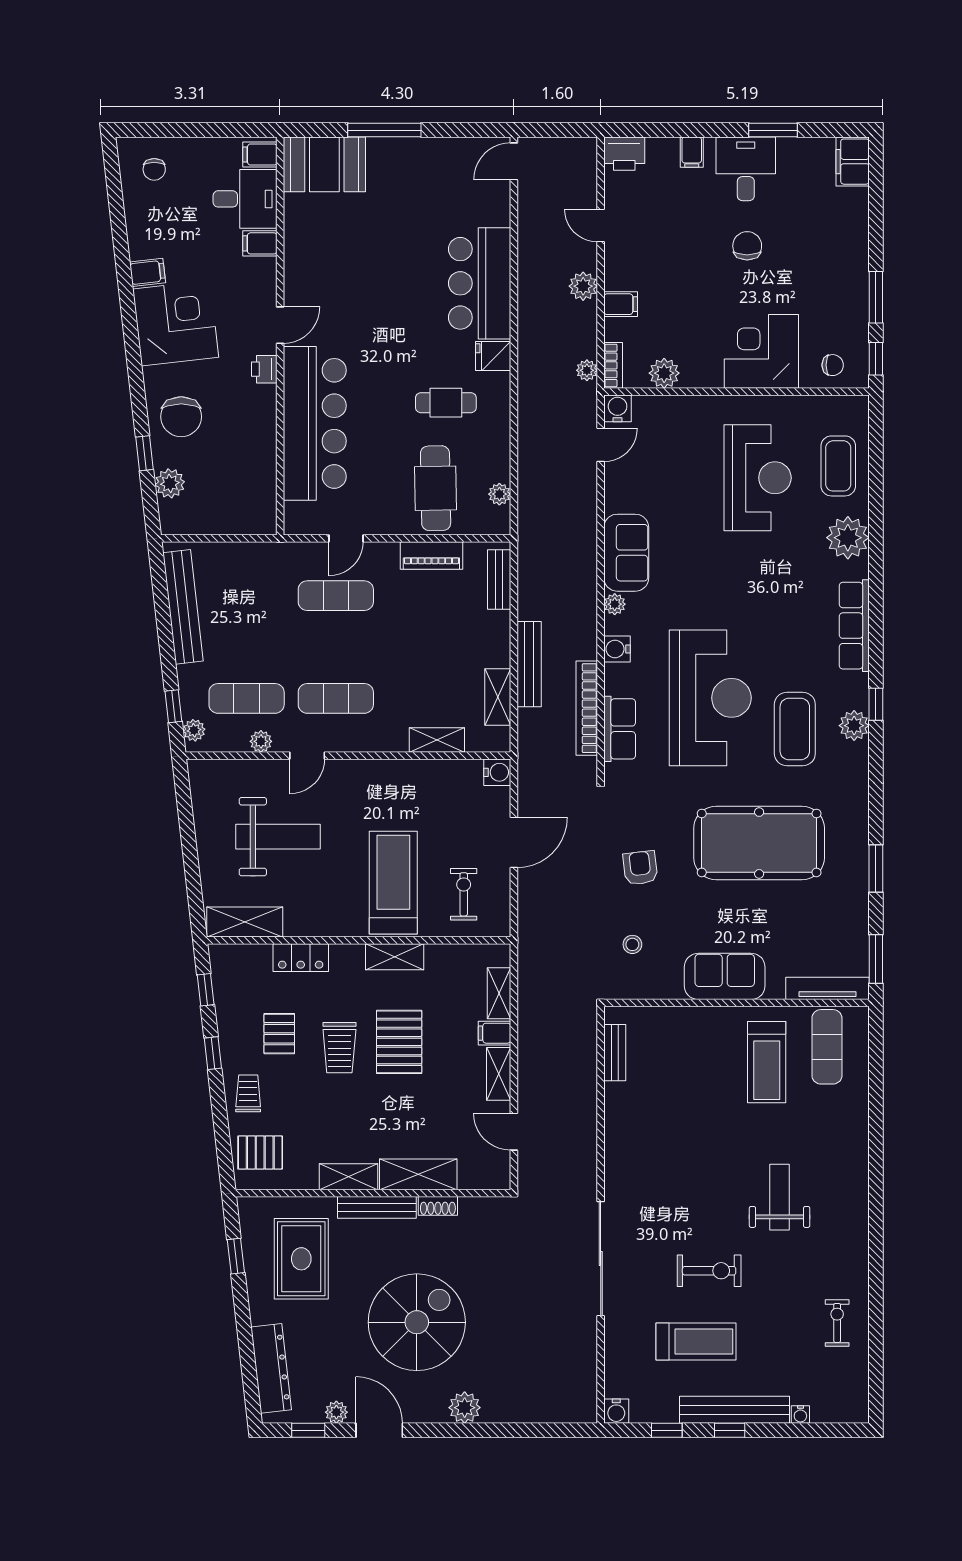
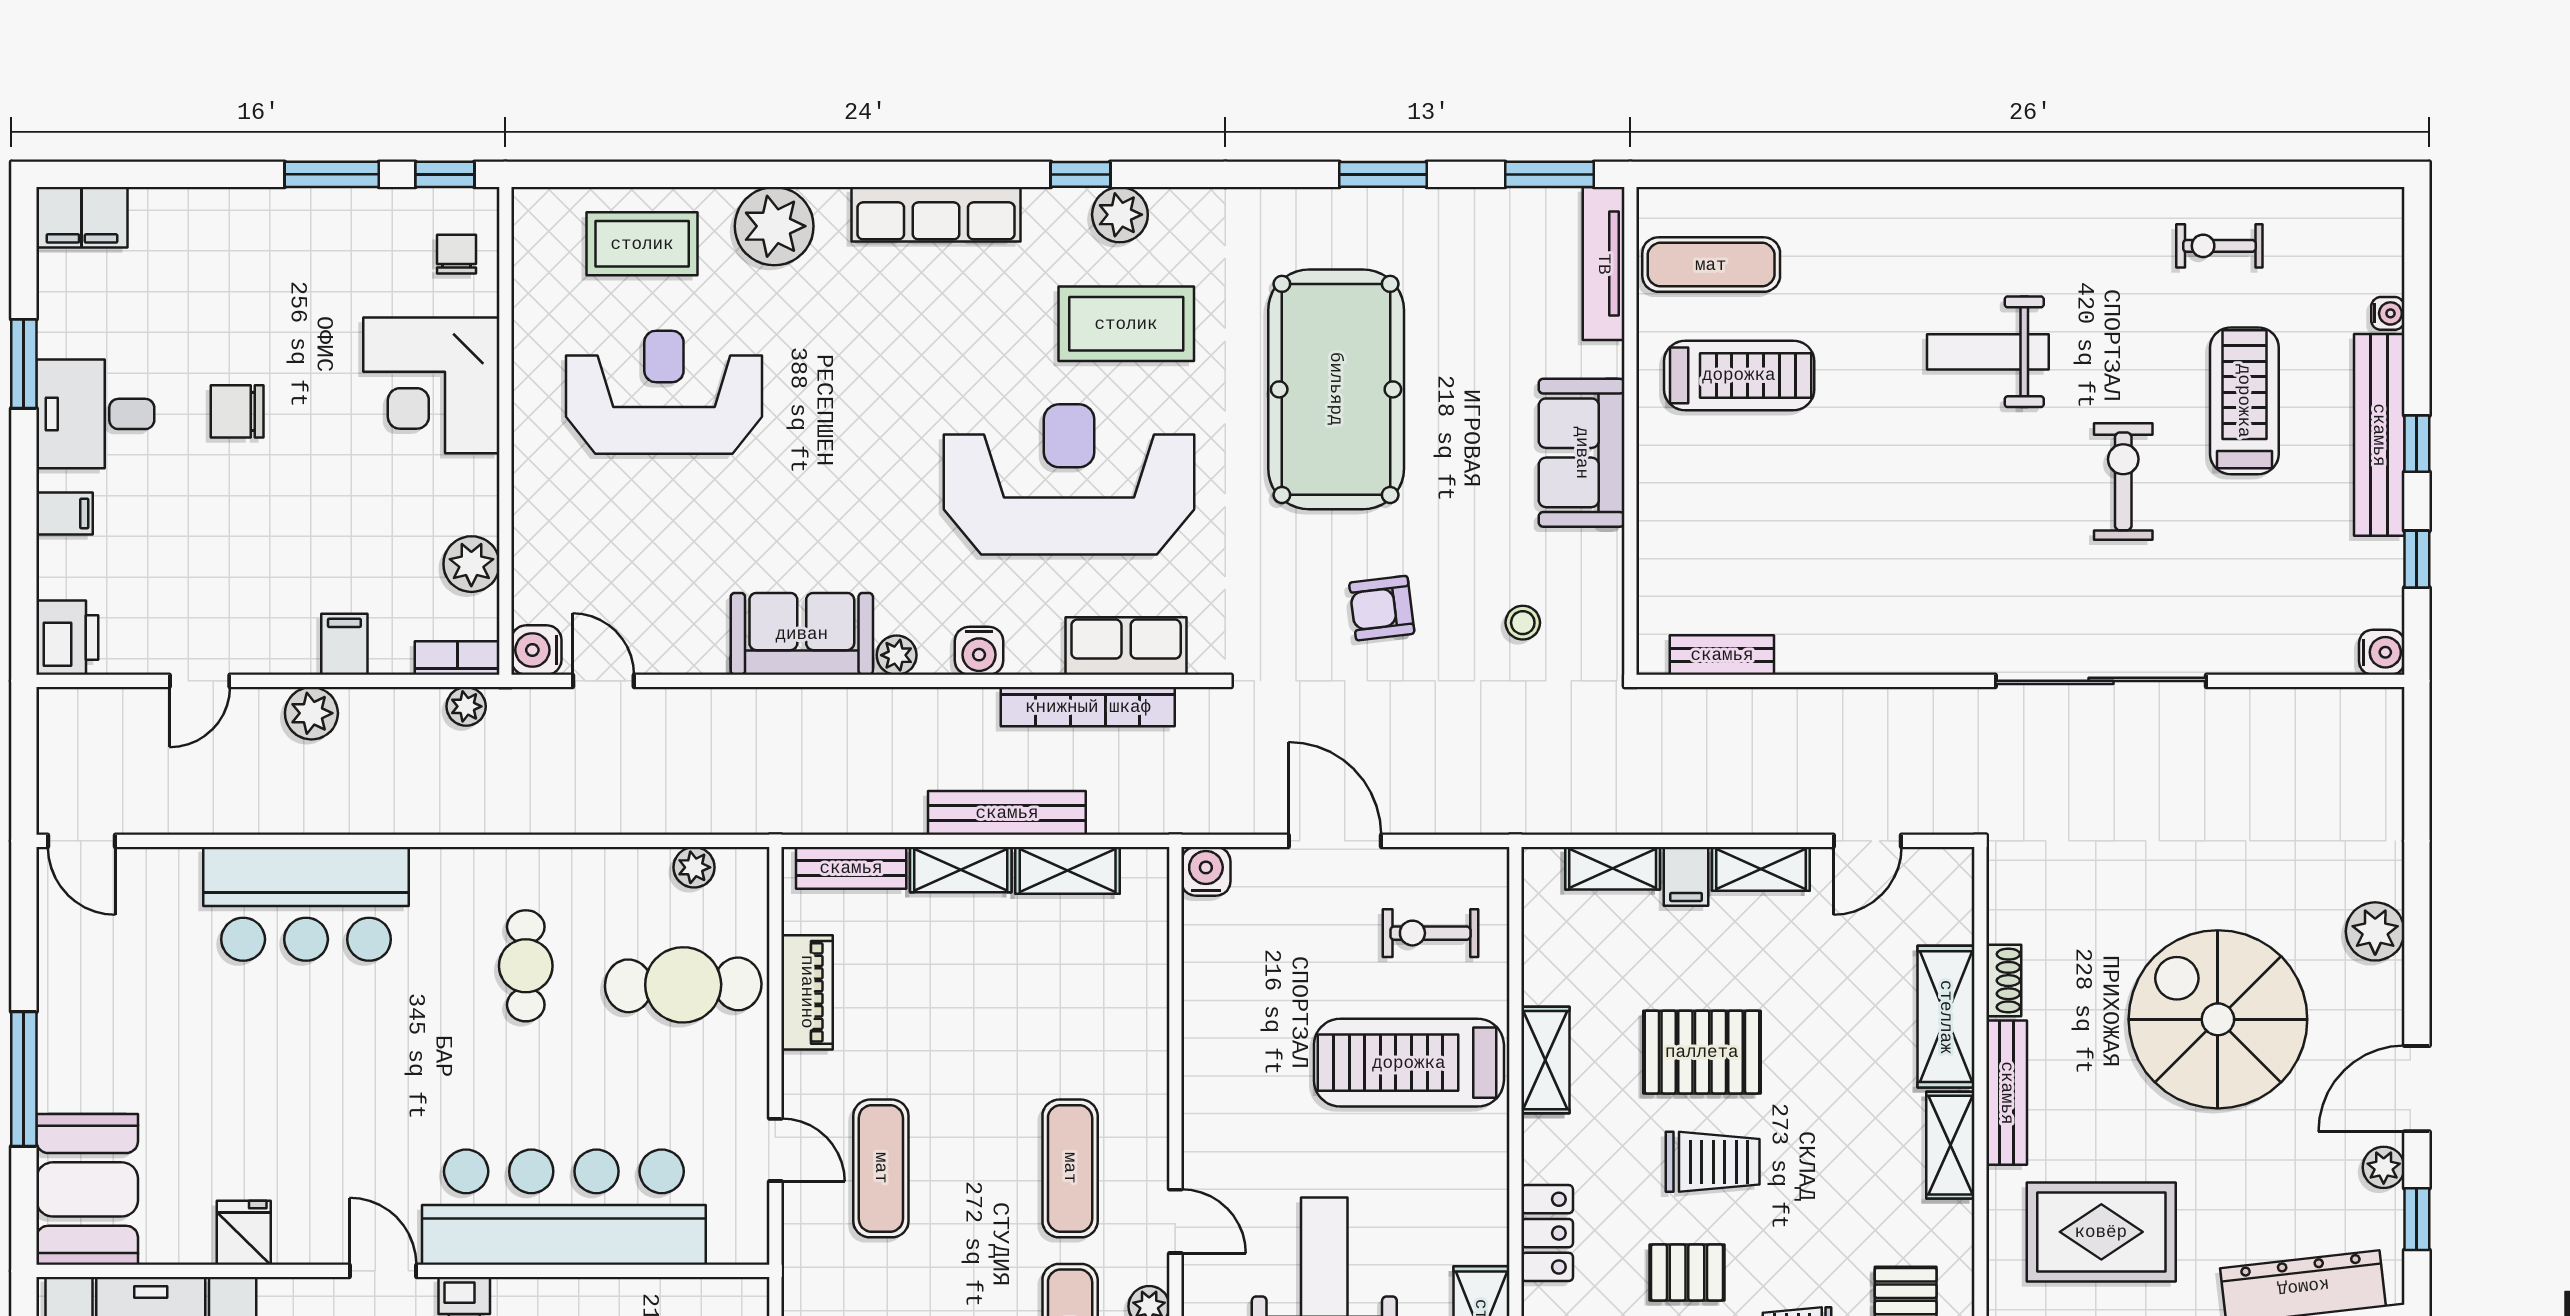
fridge: (493, 356) -> (244, 1233), moved, turned 180
shelving: (437, 740) -> (961, 870), moved, turned 90
treadmill: (696, 1341) -> (2244, 401), moved

